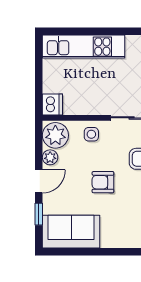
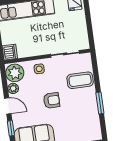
door: (39, 181) -> (8, 106), hinge flipped
armchair: (103, 182) -> (52, 100), turned 180

